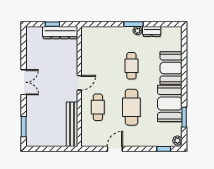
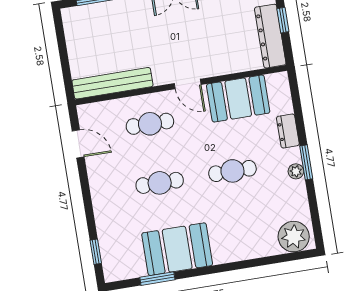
dresser: (152, 31) -> (288, 131), moved
booth: (171, 68) -> (238, 99), moved
cafe table: (131, 107) -> (160, 183), width x0.73, depth x0.74
plant: (177, 140) -> (294, 237), moved, width x1.88, depth x1.88
door: (115, 149) -> (78, 144), moved

